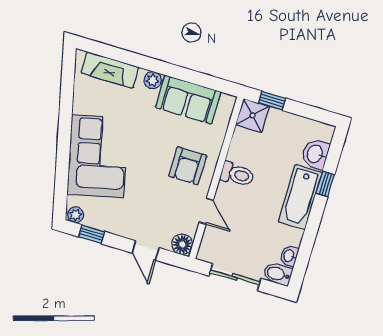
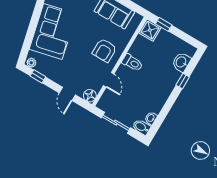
bathtub: (300, 197) -> (166, 85), removed

